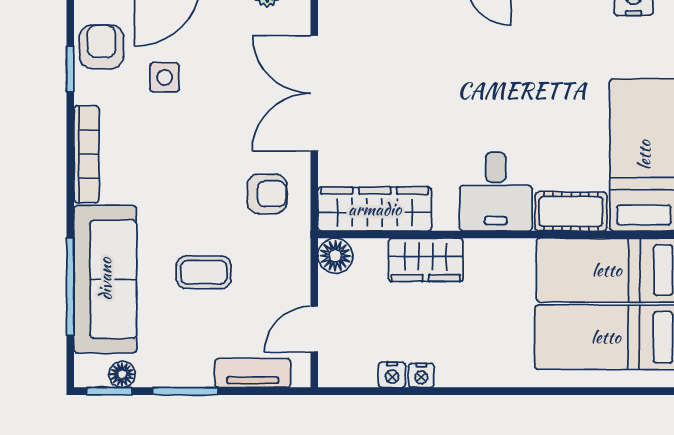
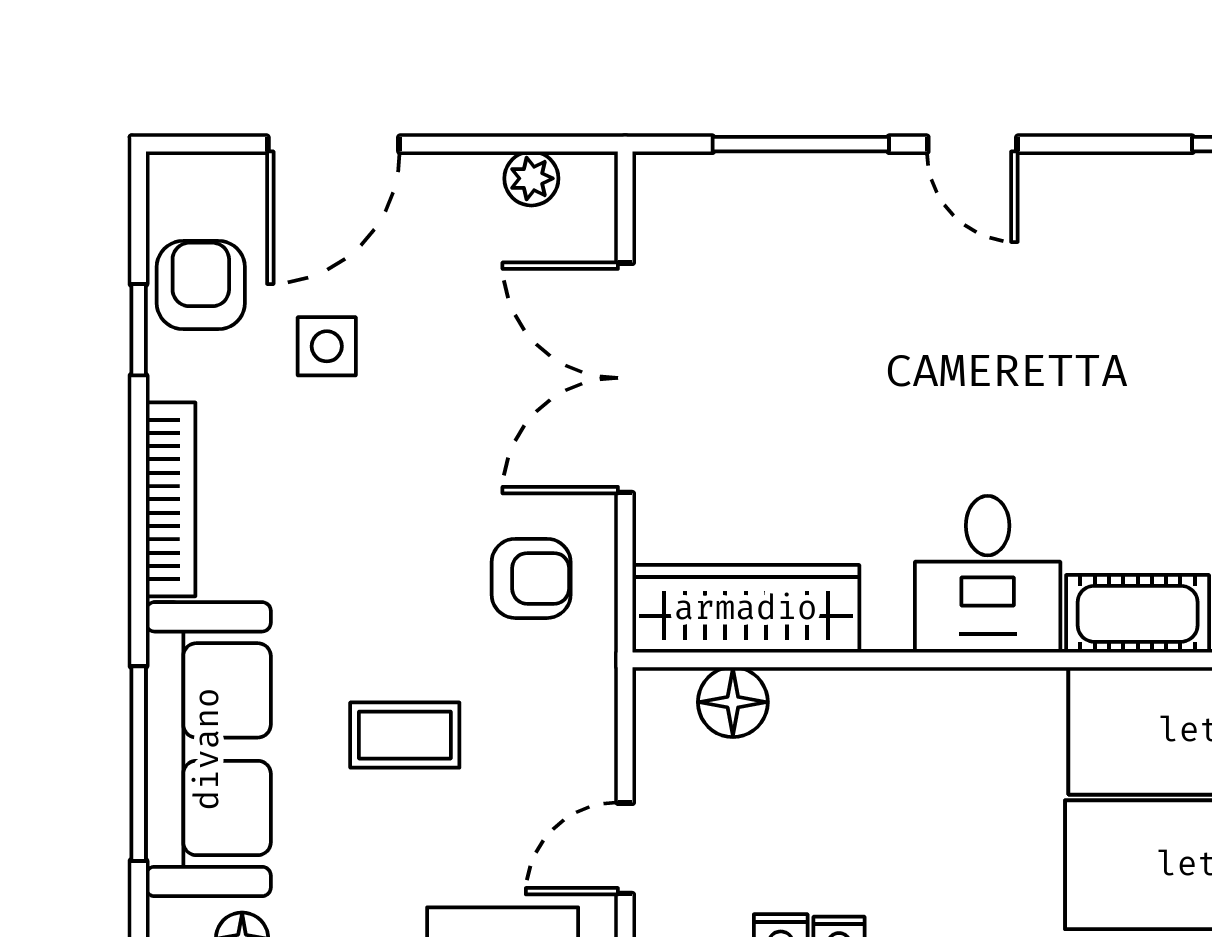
floor lamp: (335, 256) -> (733, 702), moved
wardrobe: (426, 260) -> (848, 710), removed

